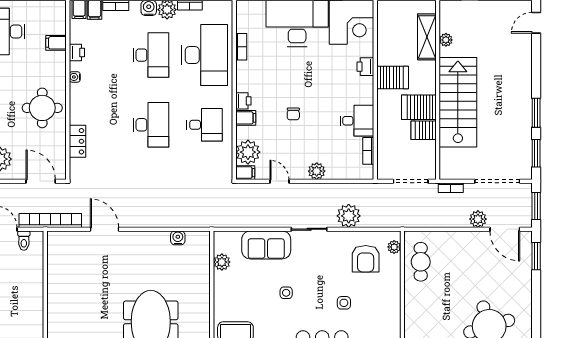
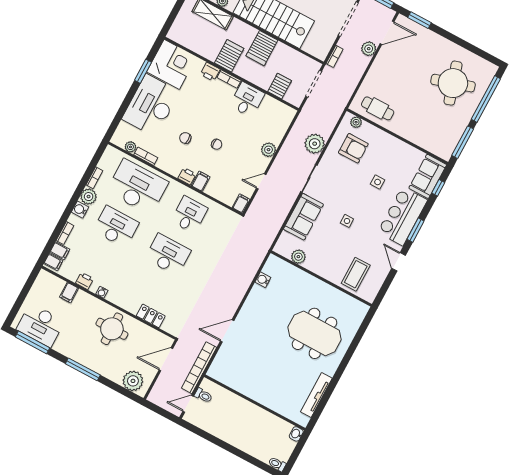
chair: (282, 78) -> (185, 138), added
server rack: (424, 130) -> (280, 86), moved, turned 180
bookcase: (368, 151) -> (229, 79), moved
plant: (248, 152) -> (130, 147), moved, width x0.53, depth x0.53

